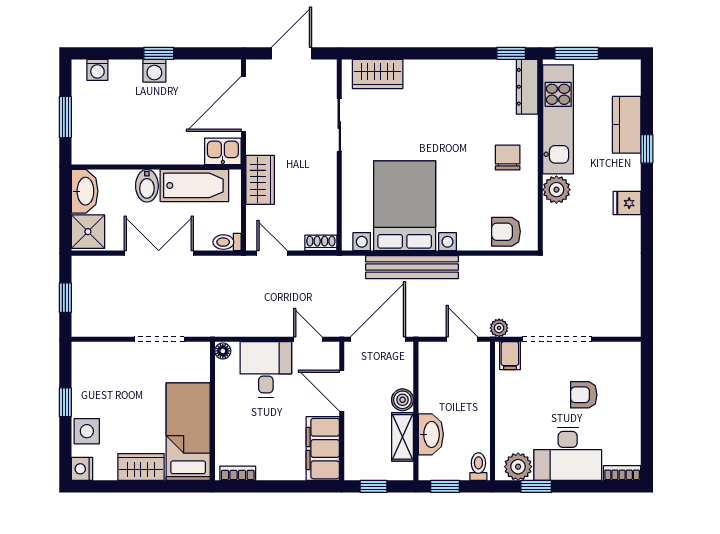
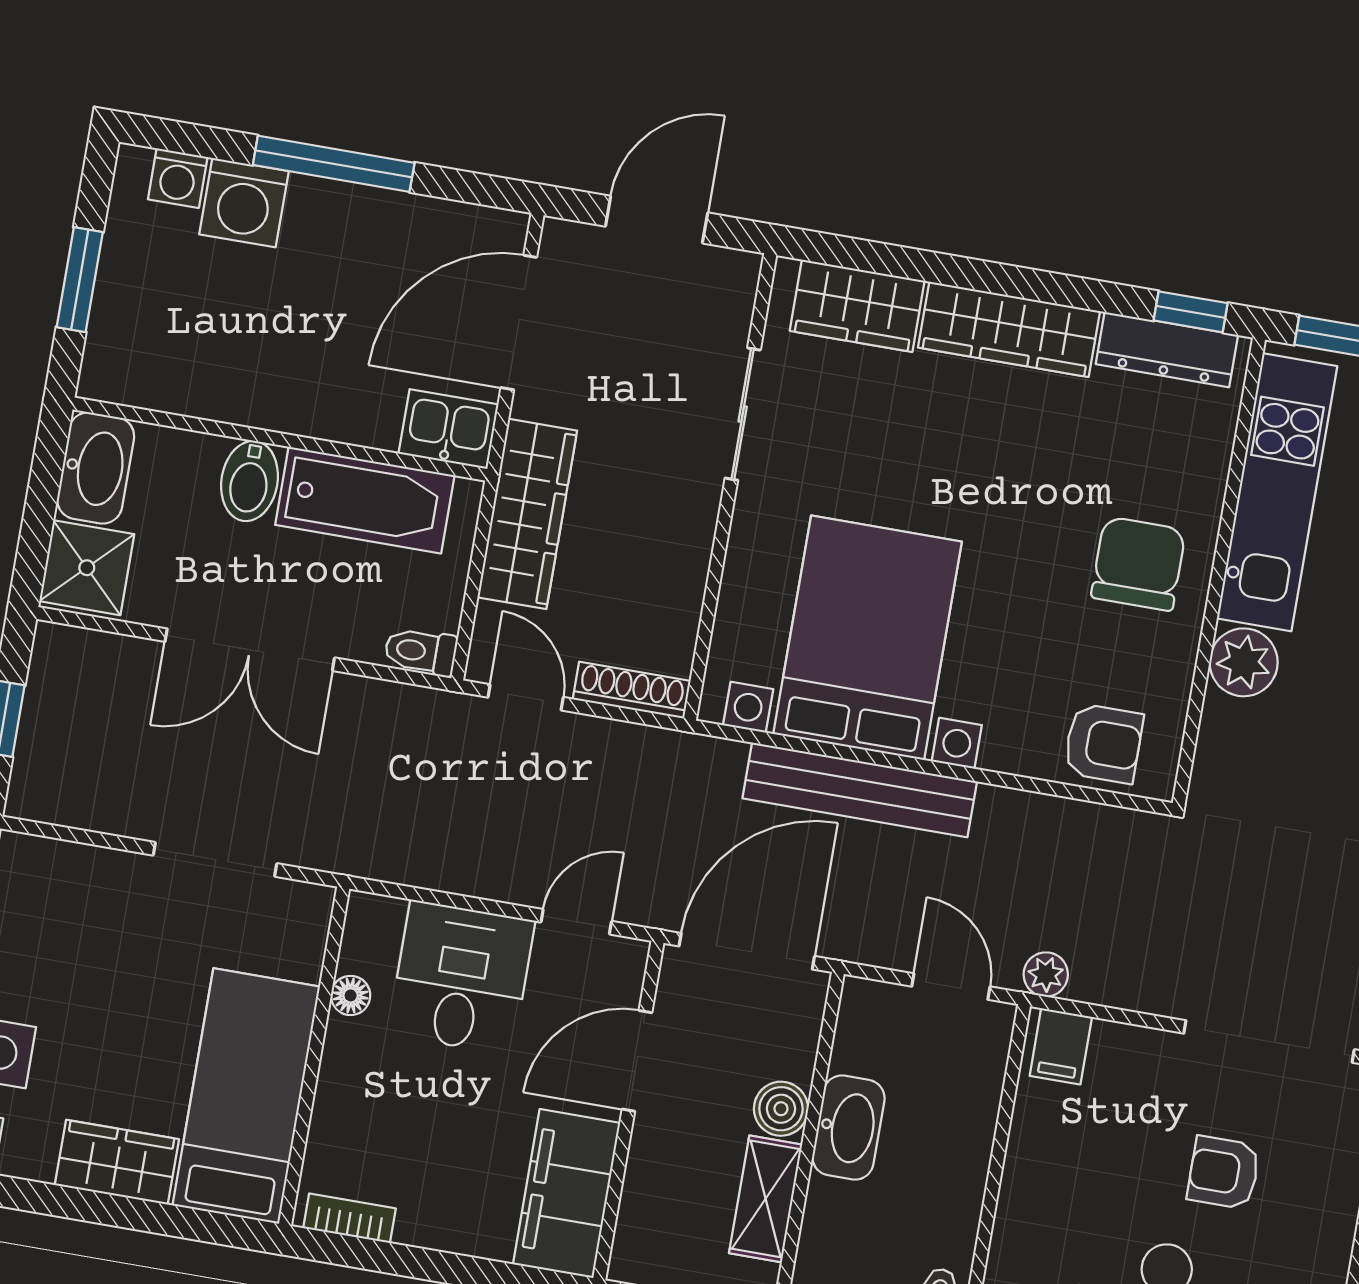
window: (159, 53) -> (334, 164), width x2.17
washing machine: (154, 71) -> (244, 203), moved, width x1.38, depth x1.38
wardrobe: (440, 73) -> (1009, 329), added
dresser: (527, 87) -> (1167, 350), moved, turned -90
chair: (508, 158) -> (1138, 564), width x1.37, depth x1.37
wardrobe: (260, 180) -> (527, 514), width x1.50
armchair: (506, 232) -> (1103, 743), turned 180
shoe rack: (321, 243) -> (632, 690), width x1.43
double door: (159, 253) -> (250, 650), swing flipped
door: (308, 339) -> (576, 922), hinge flipped
doorway: (557, 339) -> (1269, 1041), moved
floor lamp: (223, 351) -> (351, 995), moved
door: (342, 391) -> (637, 1061), hinge flipped
washbasin: (431, 434) -> (848, 1128), moved

